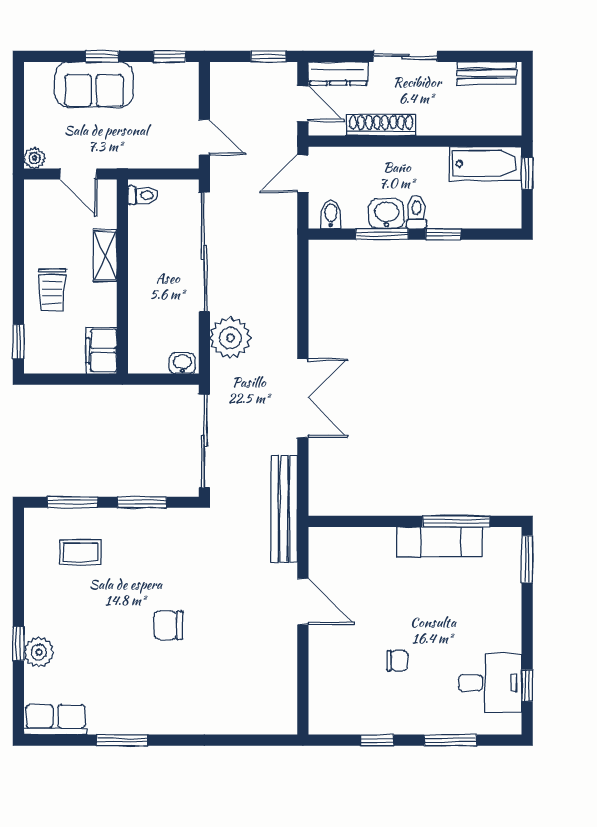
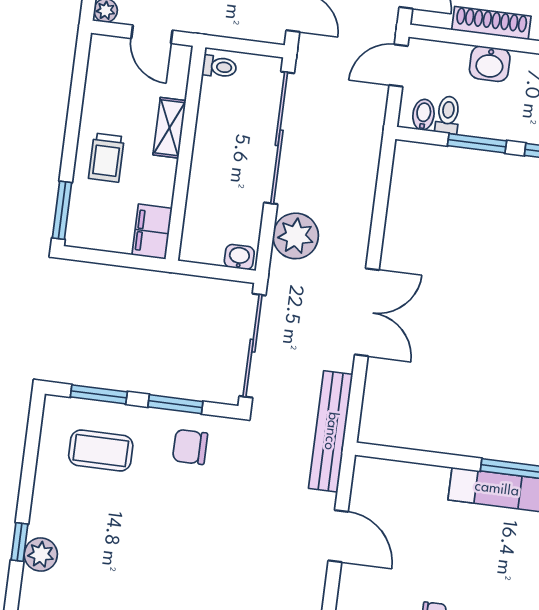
toilet: (416, 212) -> (448, 115), moved
washbasin: (386, 214) -> (490, 64), moved, turned 180
window: (18, 342) -> (62, 210), width x1.50
coffee table: (81, 552) -> (101, 451), width x1.36, depth x1.30
chair: (168, 625) -> (190, 447), moved

